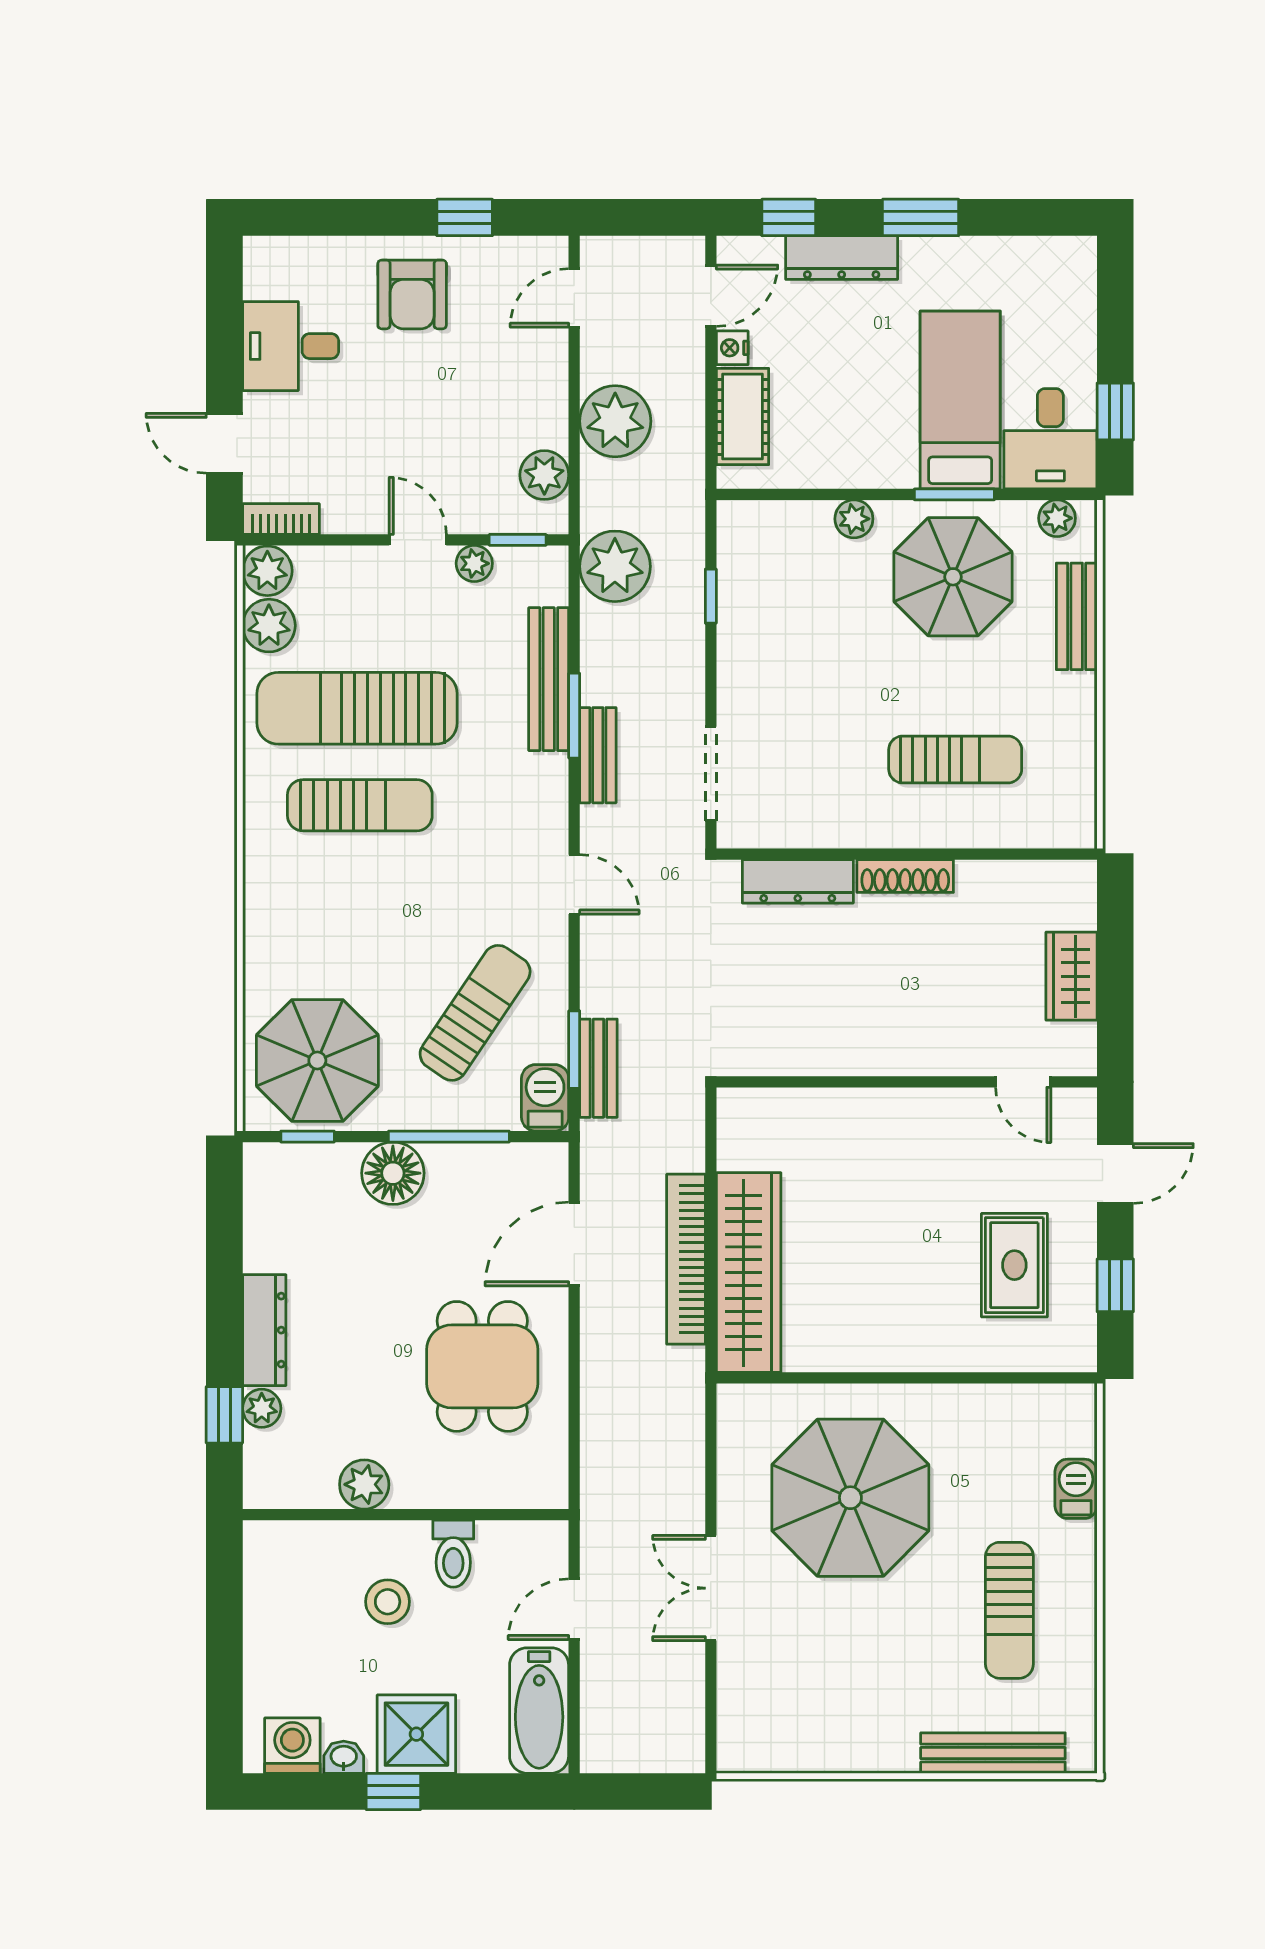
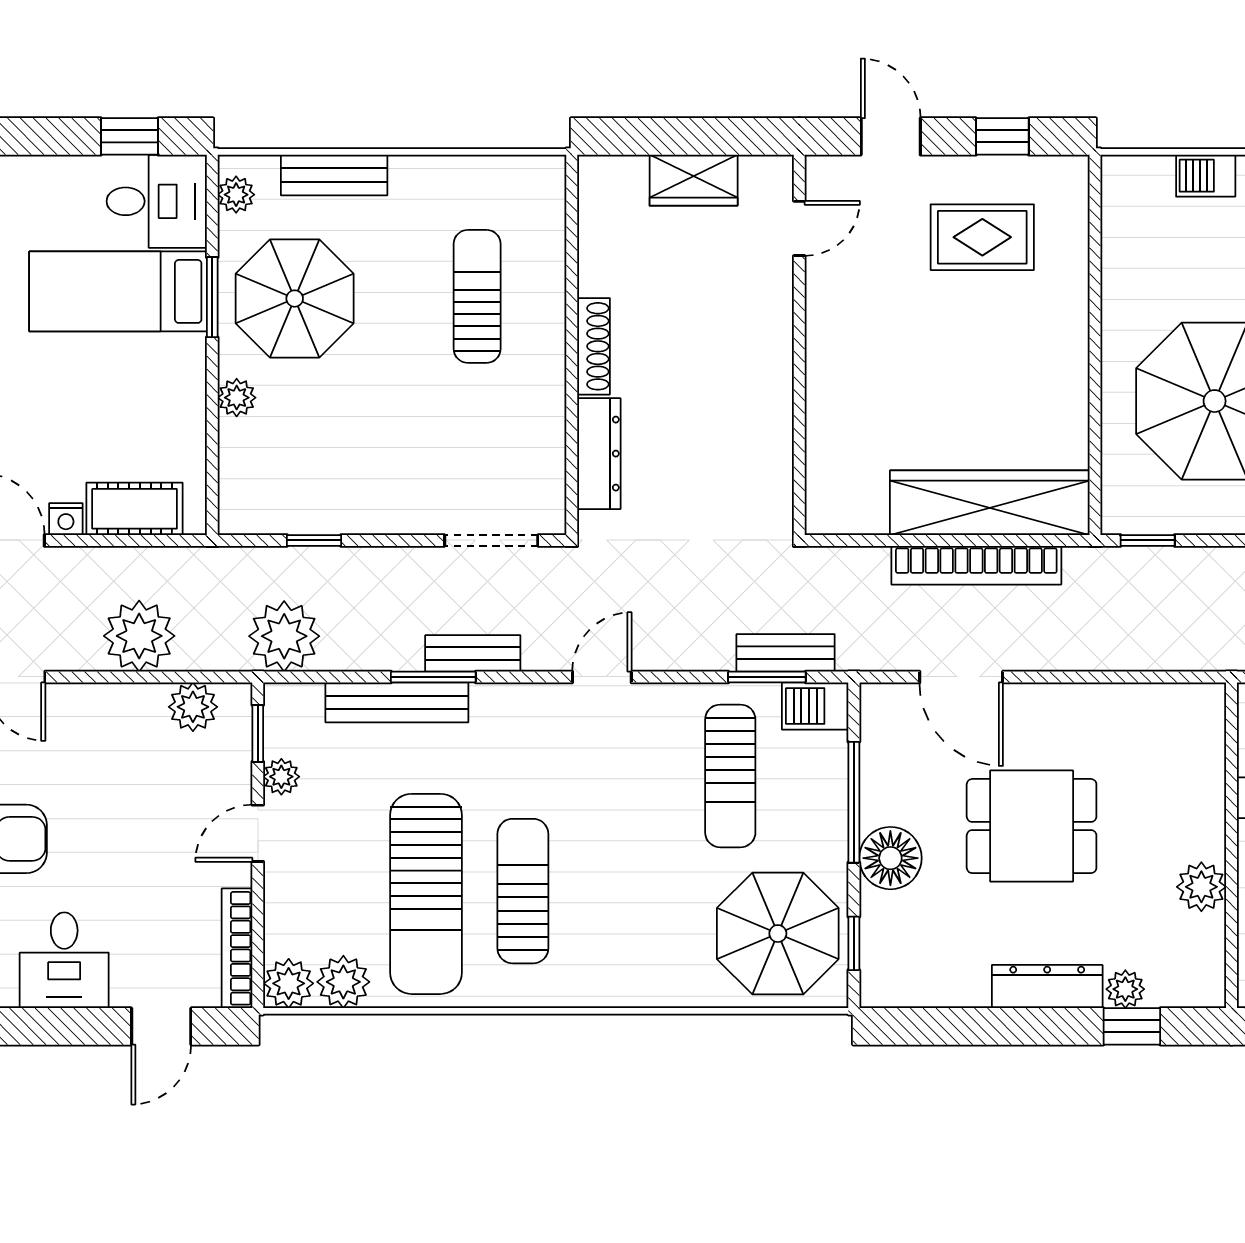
bookcase: (281, 519) -> (237, 948), width x1.56
sun lounger: (475, 1013) -> (730, 776), turned -124
dining table: (482, 1366) -> (1032, 826), moved
window: (711, 1431) -> (1148, 540), added

